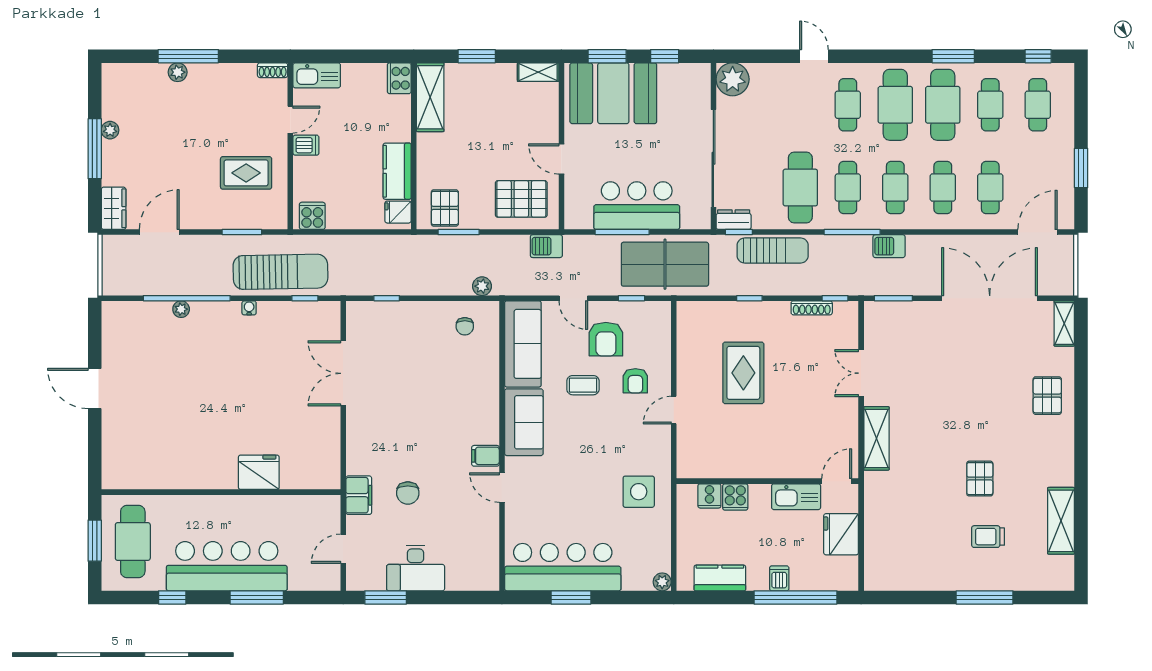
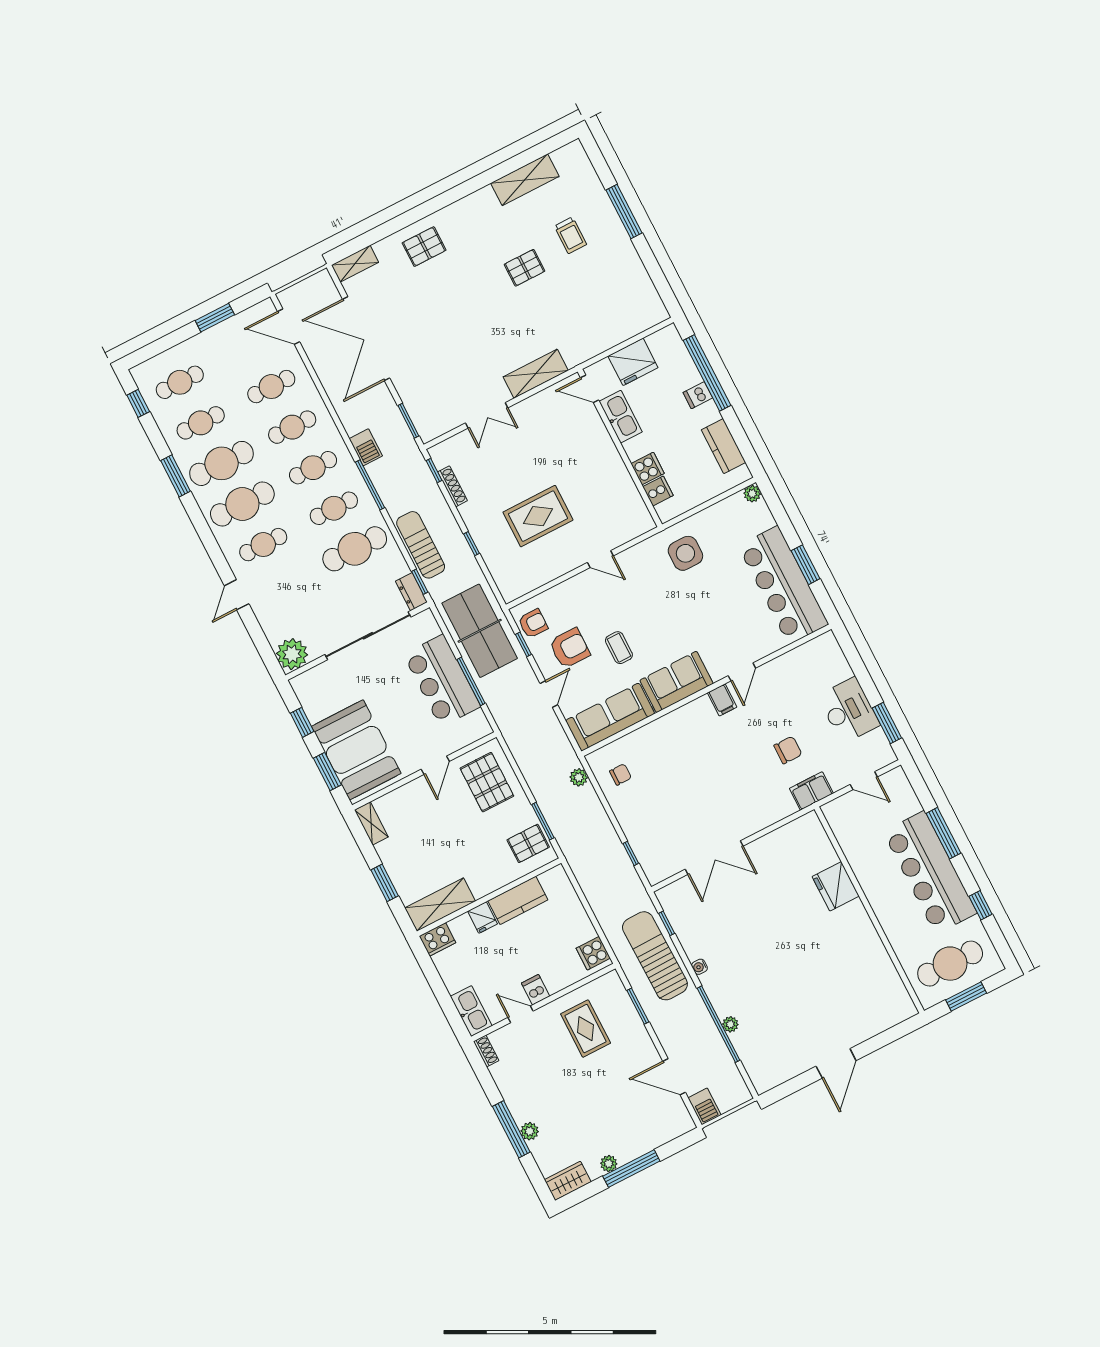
wardrobe: (114, 208) -> (568, 1181), moved
fridge: (398, 212) -> (483, 917), moved
barbecue: (546, 246) -> (705, 1106), moved
armchair: (635, 381) -> (533, 623), moved

